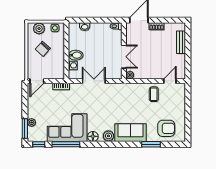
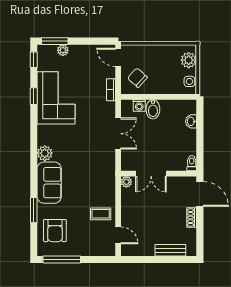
chair: (43, 49) -> (137, 78), moved
window: (188, 123) -> (62, 260), added
floor lamp: (93, 136) -> (44, 132), removed
window: (66, 144) -> (34, 96), width x0.46

